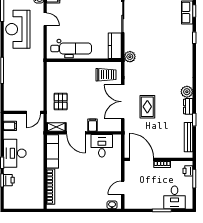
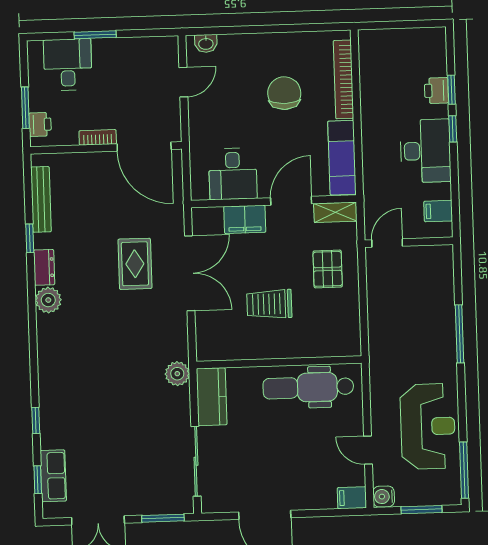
trolley: (106, 75) -> (269, 304), moved
filing cabinet: (93, 125) -> (245, 219), width x2.00
door: (76, 133) -> (291, 201), hinge flipped
chair: (77, 181) -> (284, 93), added

